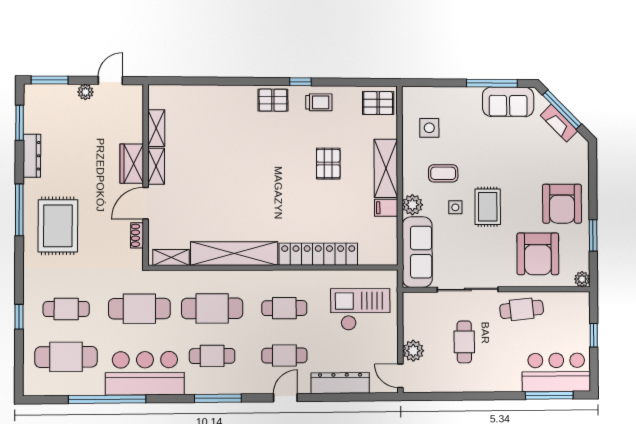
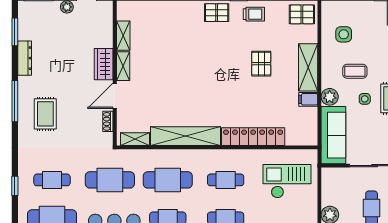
rug: (58, 226) -> (45, 114), width x0.73, depth x0.70

